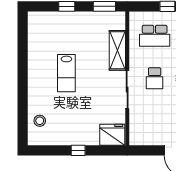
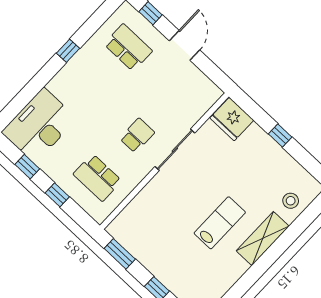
school desk: (155, 36) -> (97, 178), turned 180
shelving: (117, 50) -> (263, 239), moved

